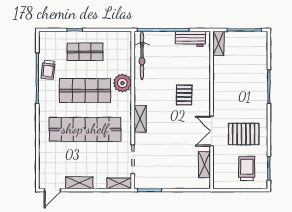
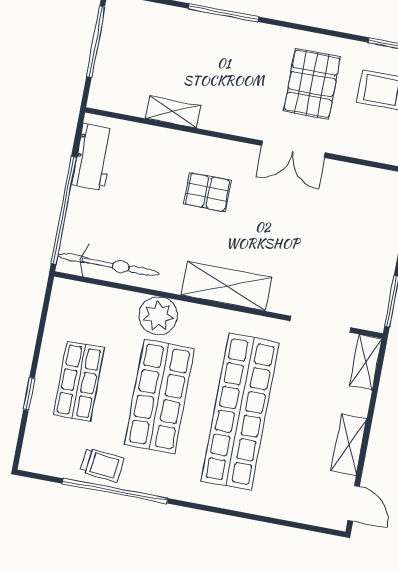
shelving: (218, 43) -> (173, 112), moved
shelving: (140, 119) -> (226, 286), width x1.50, depth x1.33
shelving: (204, 165) -> (360, 177), removed

